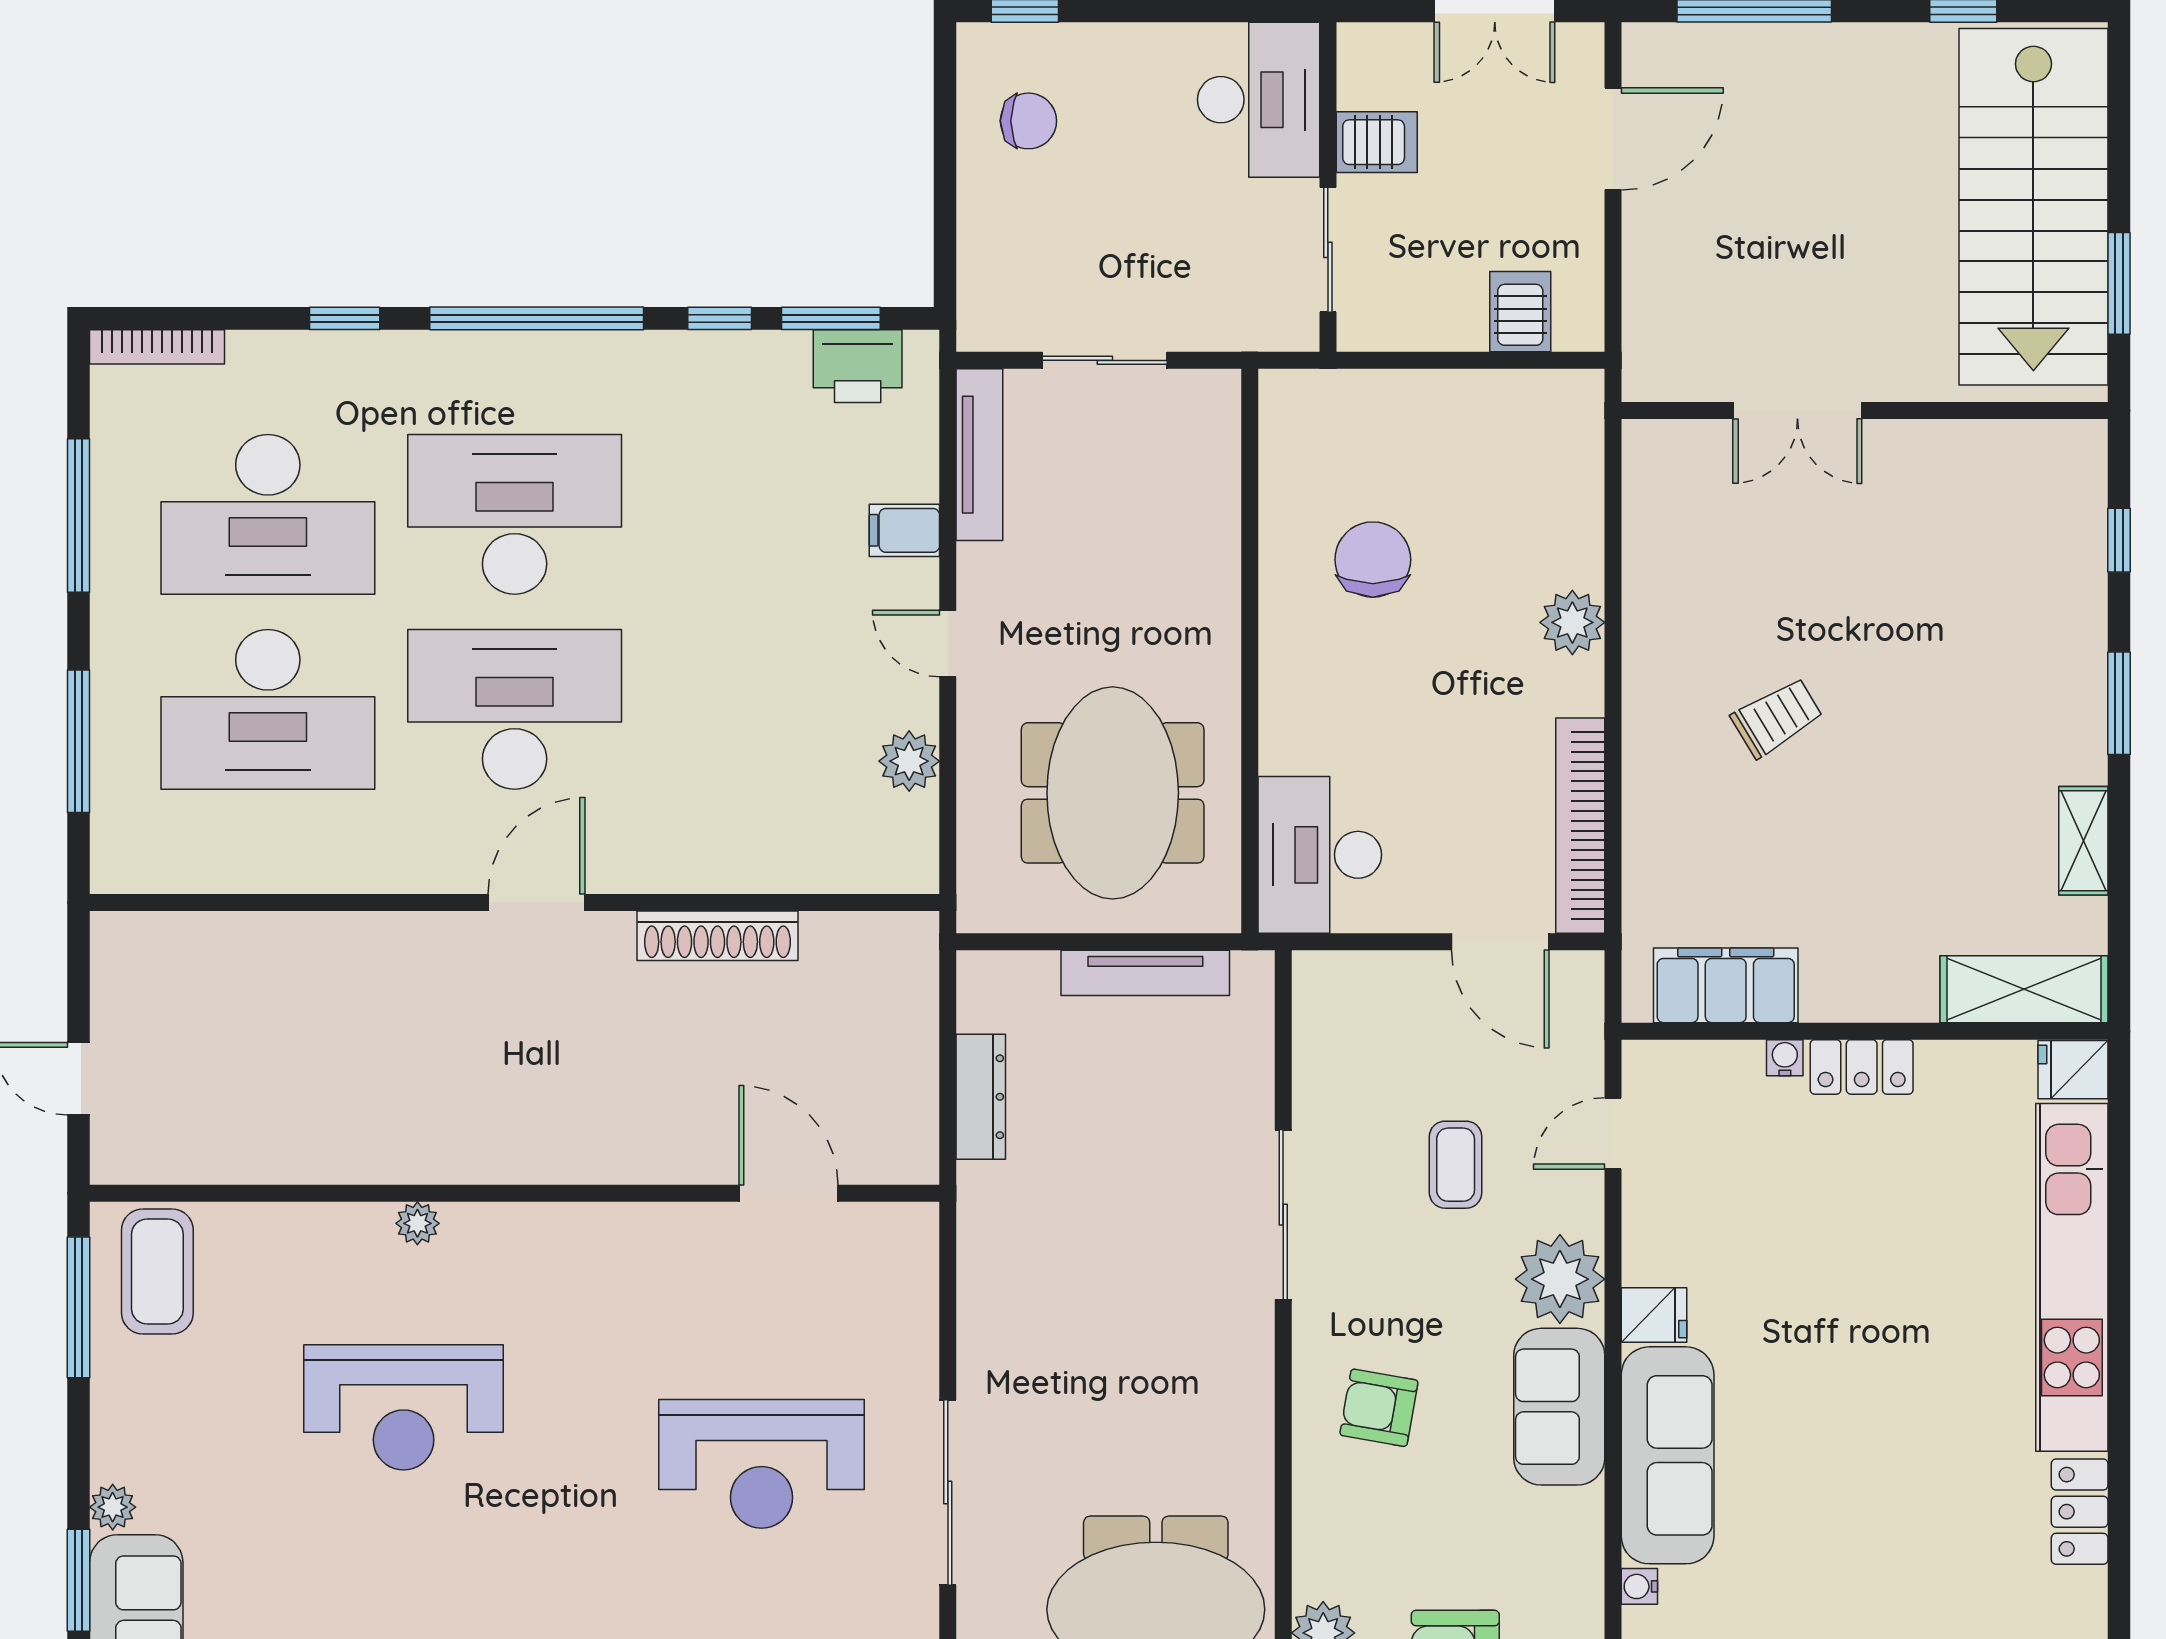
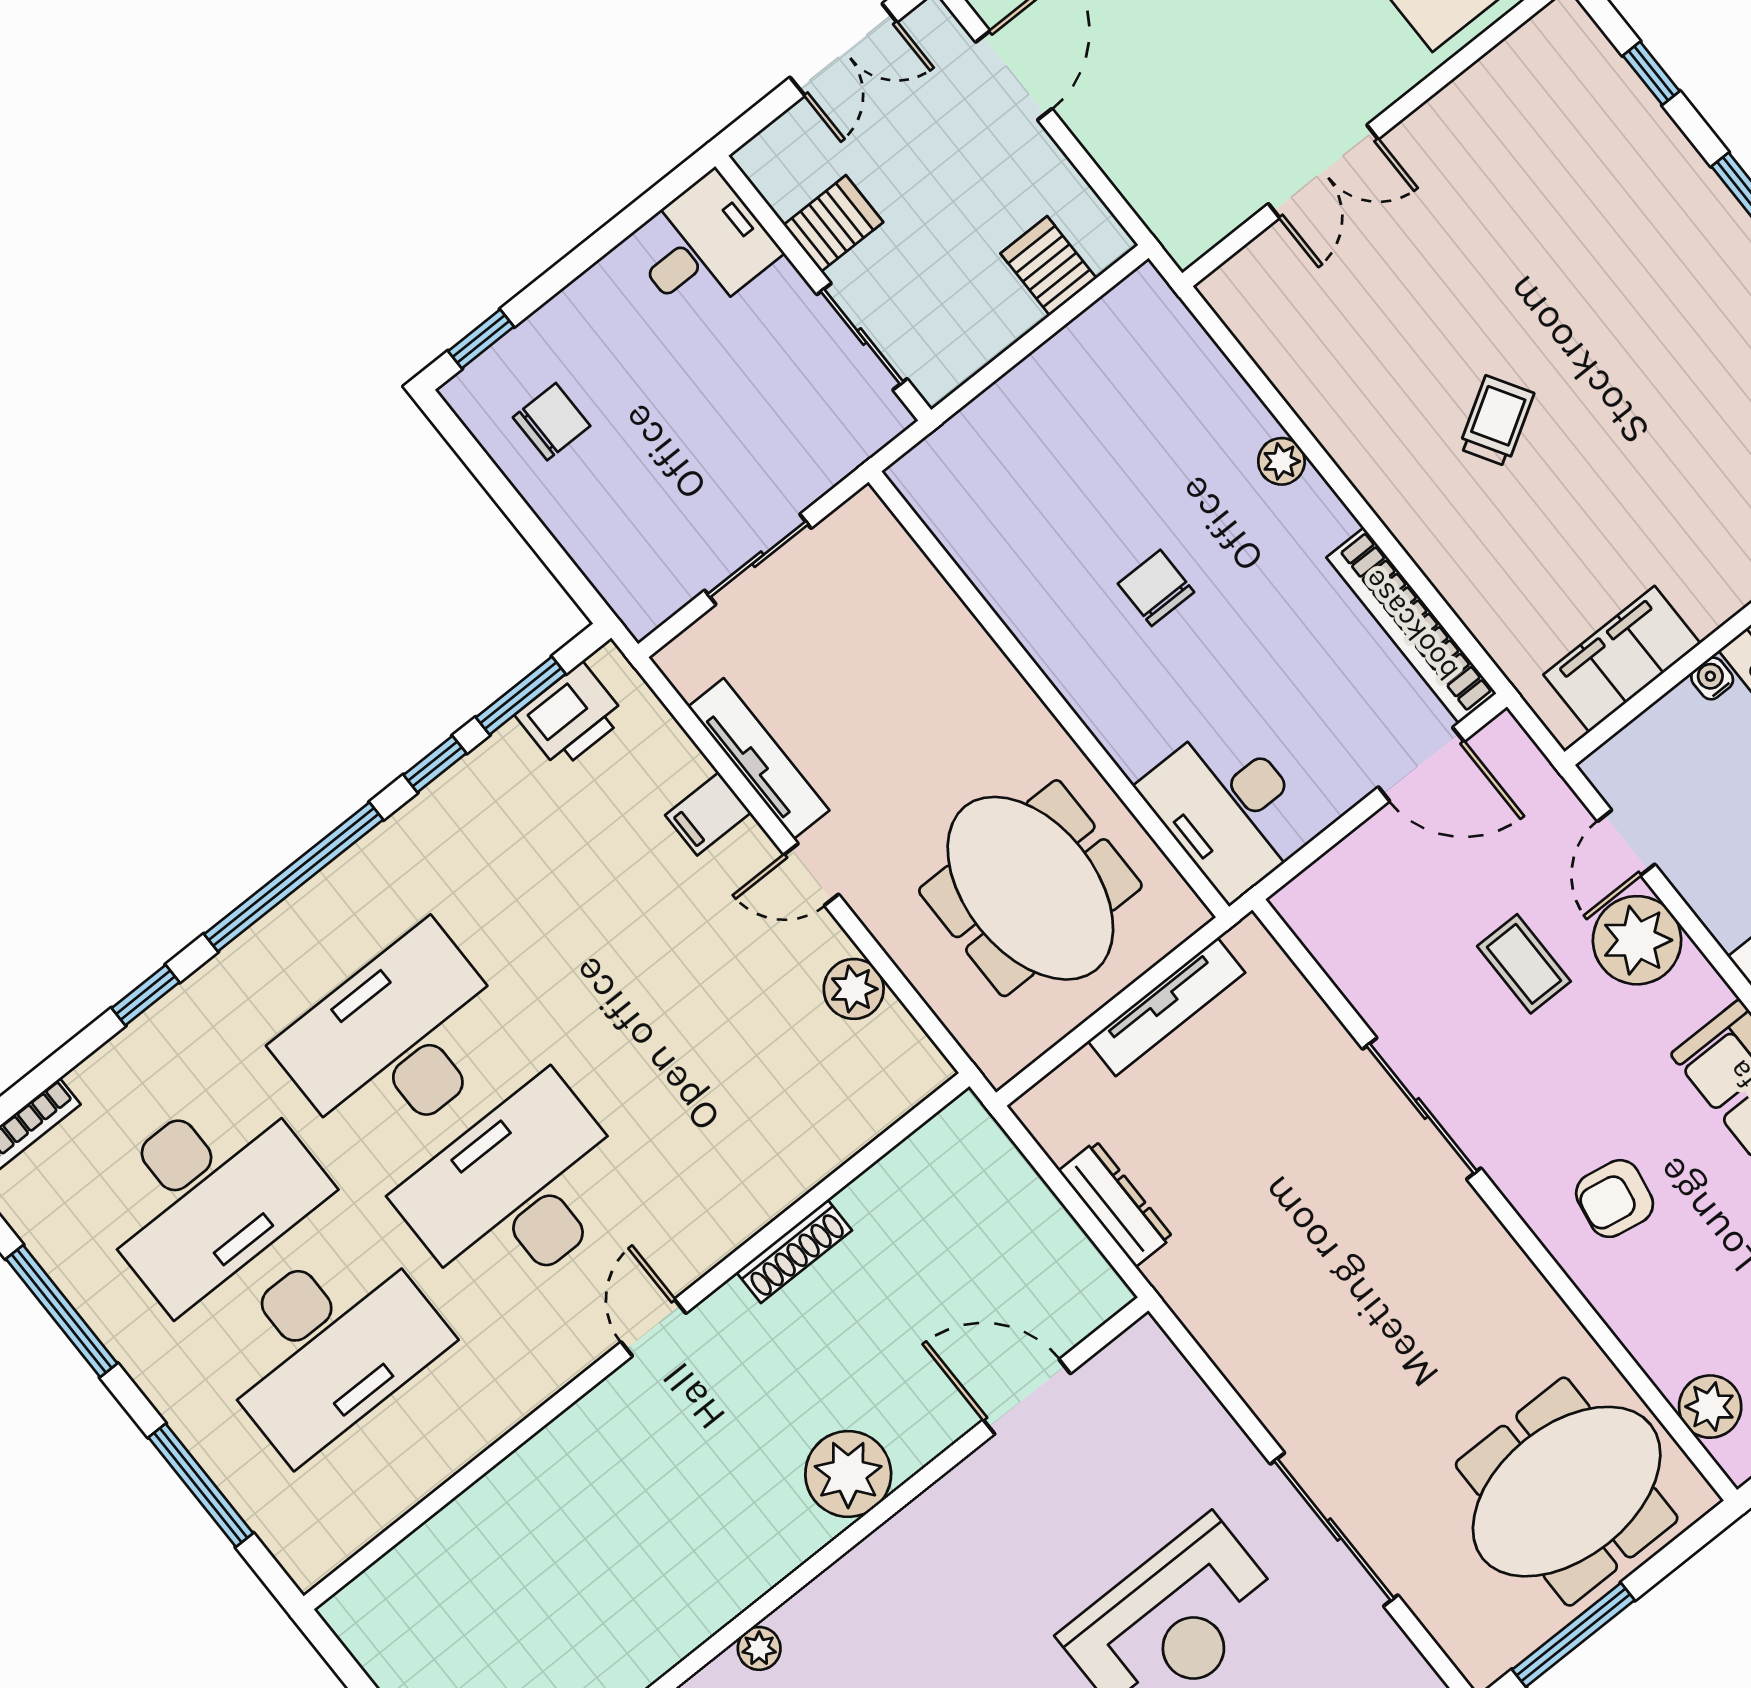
desk: (1259, 100) -> (703, 247), width x0.73
tv unit: (979, 455) -> (759, 759), moved
chair: (1373, 560) -> (1156, 588), moved, width x0.73, depth x0.73
plant: (1572, 622) -> (1281, 461), width x0.73, depth x0.73
door: (537, 903) -> (653, 1328), width x0.73
shoe rack: (717, 936) -> (794, 1251), width x0.74, depth x0.81
plant: (598, 1141) -> (848, 1474), added
plant: (1560, 1279) -> (1637, 940), moved

